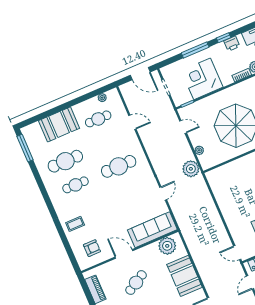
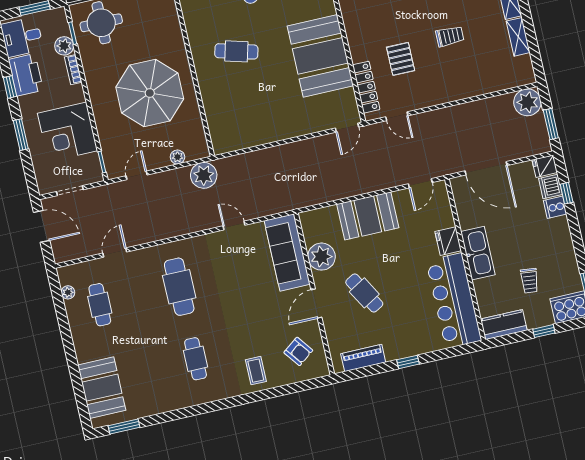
printer: (232, 44) -> (26, 75), width x1.87, depth x1.48
window: (195, 50) -> (21, 135), width x0.69
door: (140, 74) -> (42, 226), hinge flipped
booth: (59, 124) -> (102, 388), moved
window: (25, 148) -> (124, 426), width x0.69
cafe table: (65, 161) -> (156, 368), removed
plant: (167, 246) -> (321, 257), moved
armchair: (92, 248) -> (298, 351), turned 143

